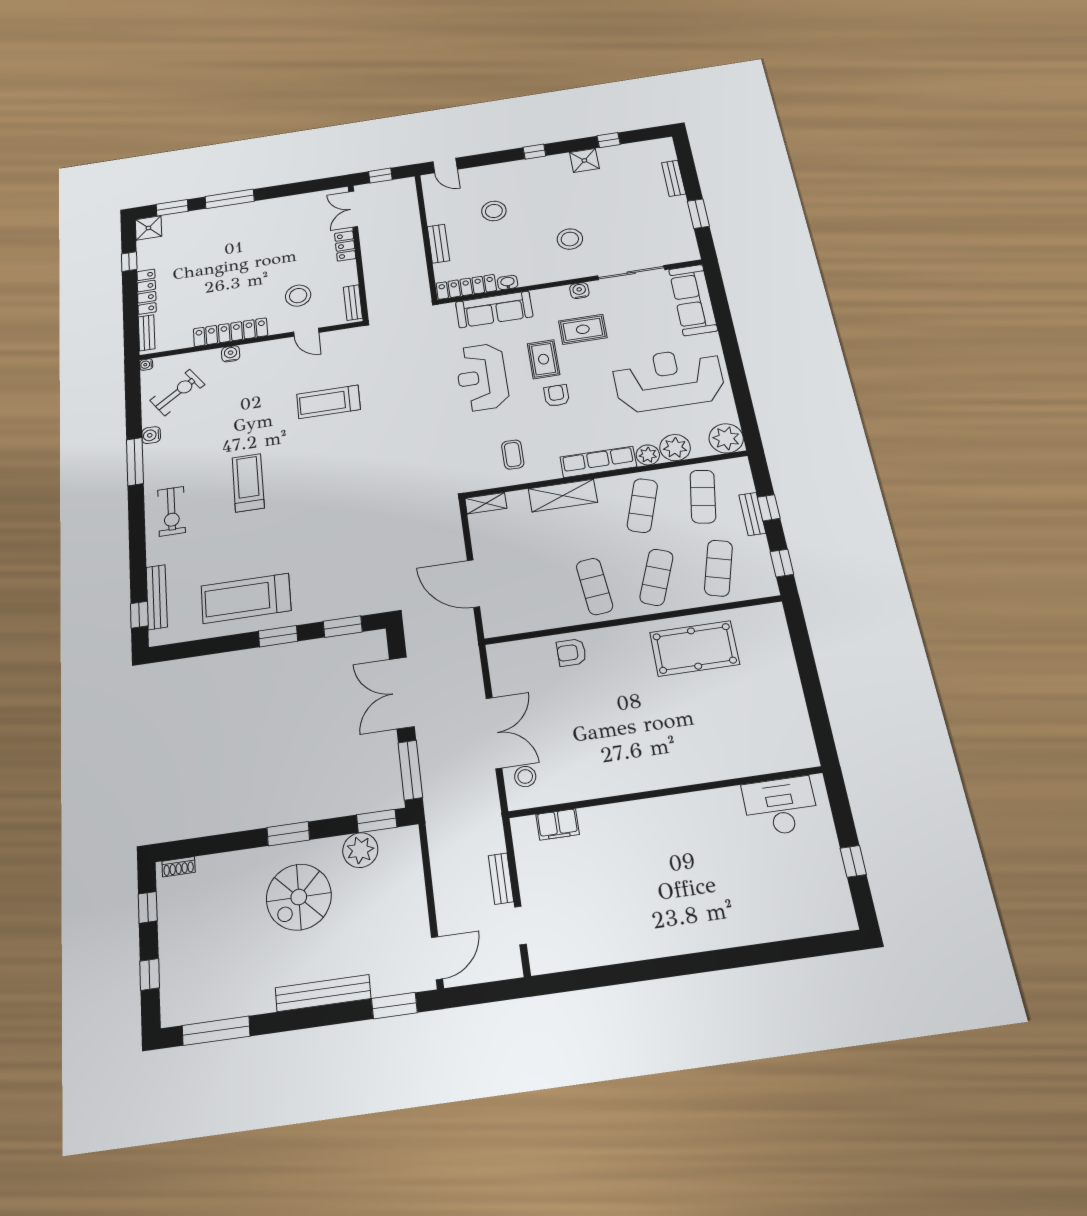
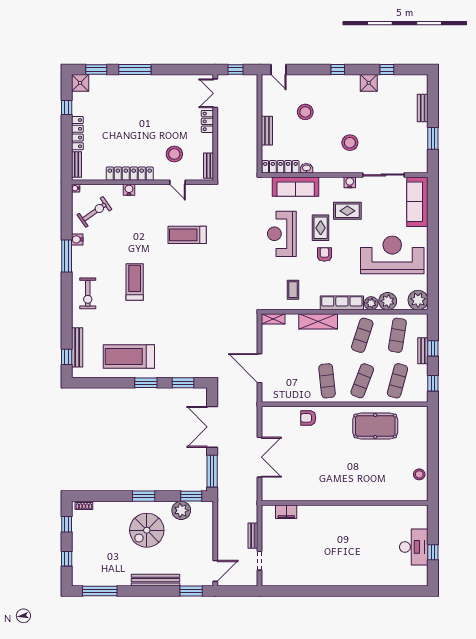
stool: (525, 777) -> (419, 474), moved
desk: (780, 806) -> (414, 547), moved, turned 90

